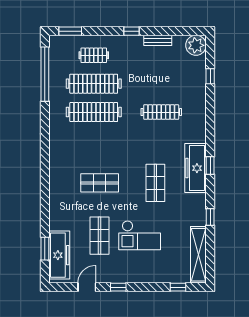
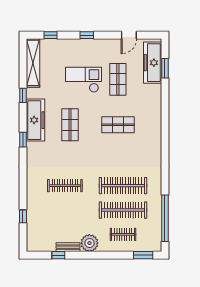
window: (131, 31) -> (58, 255), moved
plant: (196, 45) -> (89, 243), moved
freezer: (196, 168) -> (35, 120), moved
window: (118, 287) -> (87, 35), moved

